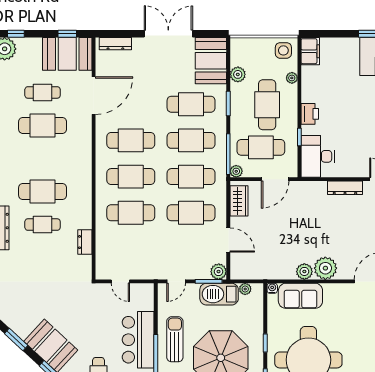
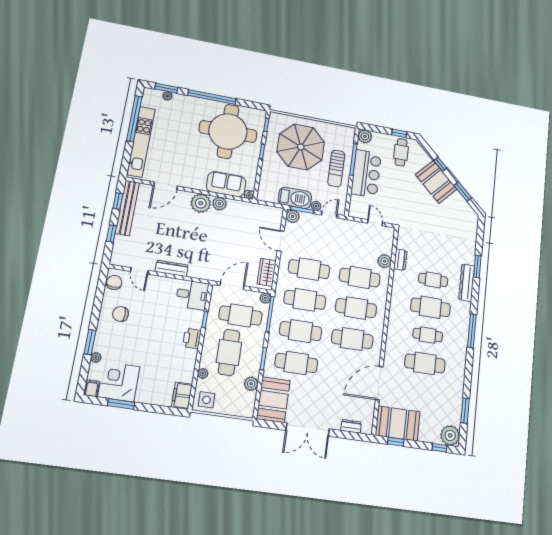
dresser: (115, 44) -> (351, 426), width x0.70
cafe table: (43, 92) -> (428, 335), moved
desk: (318, 156) -> (192, 295), width x0.73
plant: (104, 237) -> (385, 261), added
plant: (245, 289) -> (316, 206), moved

